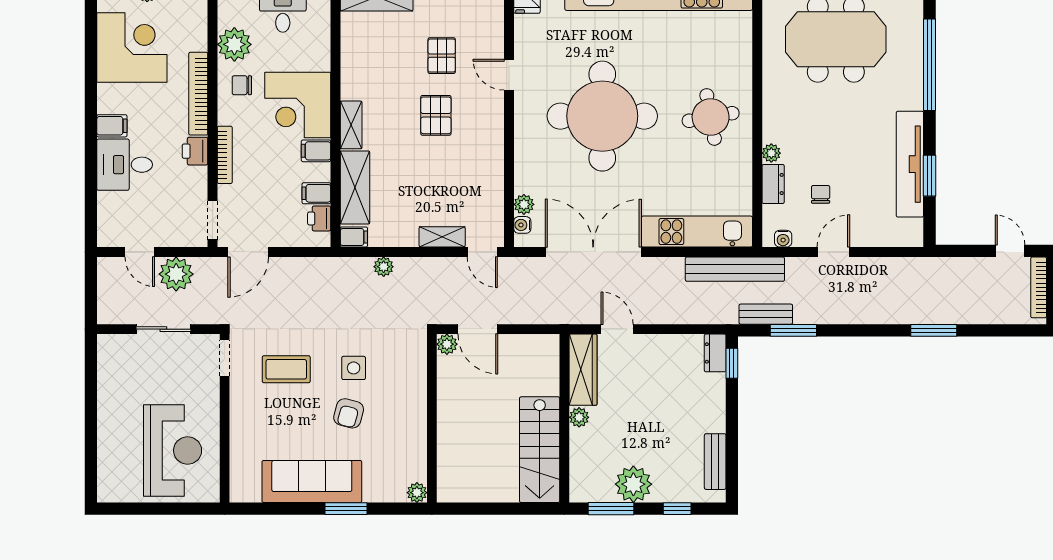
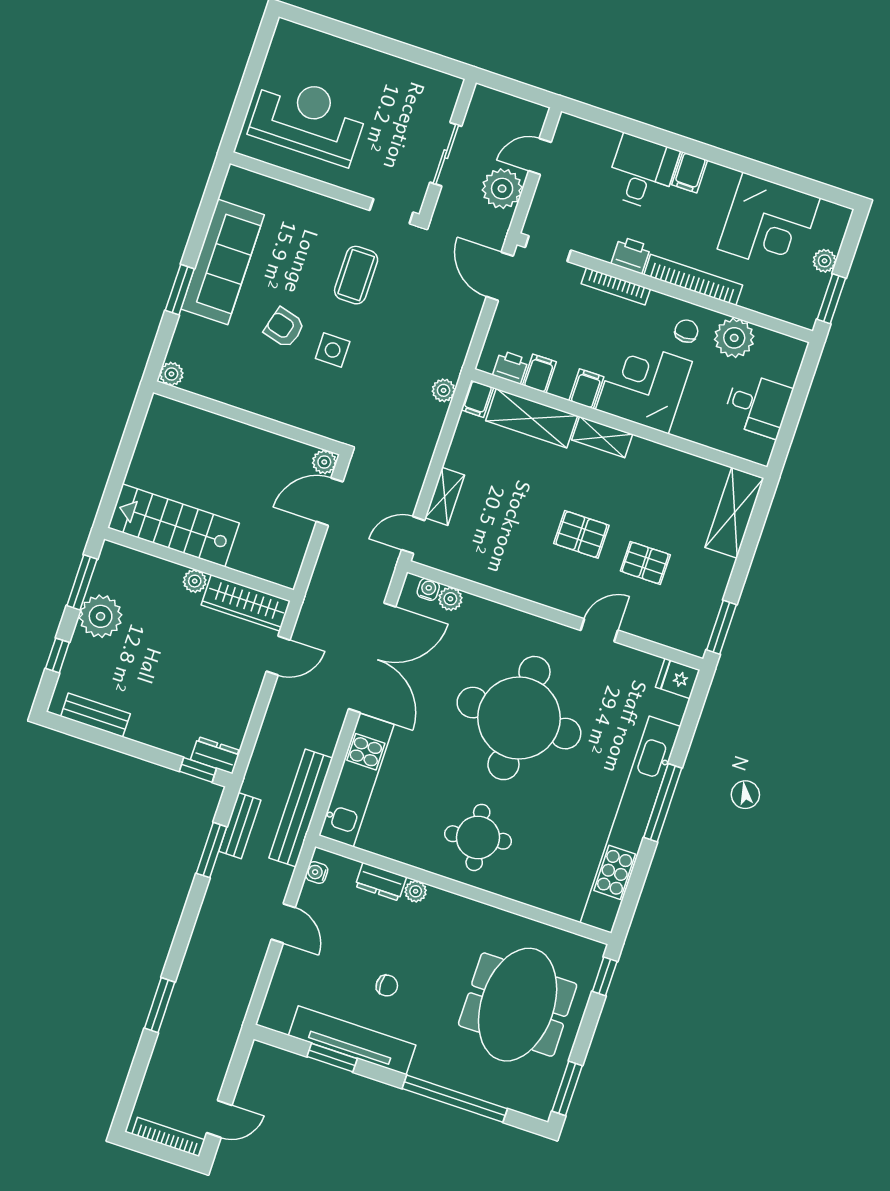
chair: (821, 194) -> (387, 986), moved
plant: (384, 267) -> (444, 390), moved
reception desk: (173, 450) -> (308, 119), turned 180

